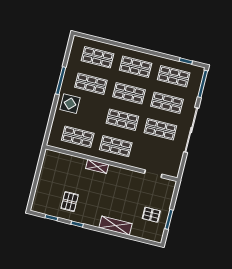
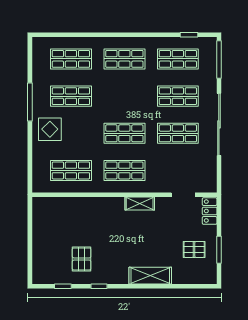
shop shelf: (129, 93) -> (124, 96), removed
shelving: (97, 166) -> (140, 203), moved
locker: (169, 190) -> (210, 211), added

